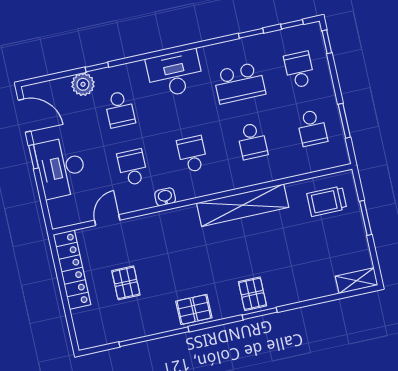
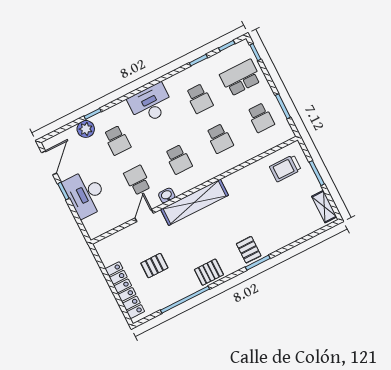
school desk: (299, 70) -> (241, 78), width x1.85
school desk: (239, 83) -> (199, 99), width x0.54
door: (25, 116) -> (49, 163), hinge flipped
school desk: (192, 154) -> (179, 159), turned 180
shelving: (243, 205) -> (194, 202), moved
door: (107, 220) -> (144, 216), moved
locker: (72, 270) -> (125, 290), moved
shelving: (357, 281) -> (324, 207), moved, turned 90
pallet: (126, 283) -> (154, 266), turned 90

